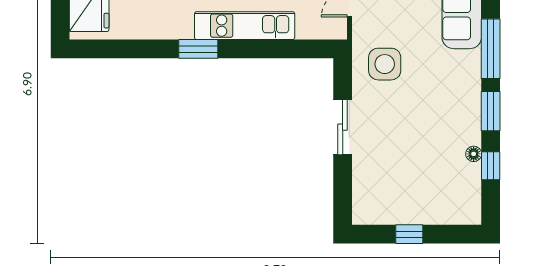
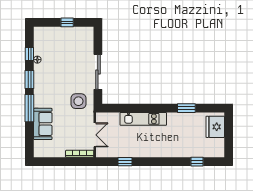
window: (198, 49) -> (186, 108), moved
sliding door: (343, 127) -> (98, 72), width x1.37

